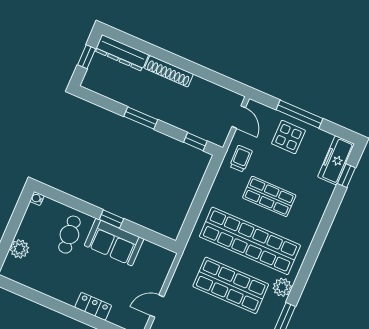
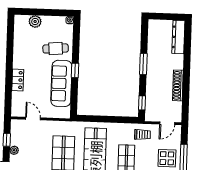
window: (87, 57) -> (168, 17), removed
shoe rack: (169, 71) -> (178, 85), moved
sofa: (114, 242) -> (61, 83), width x1.36

